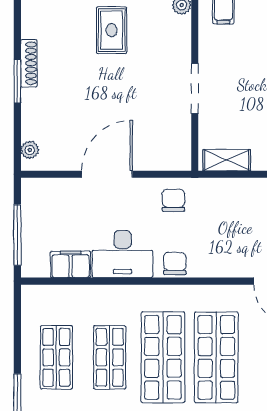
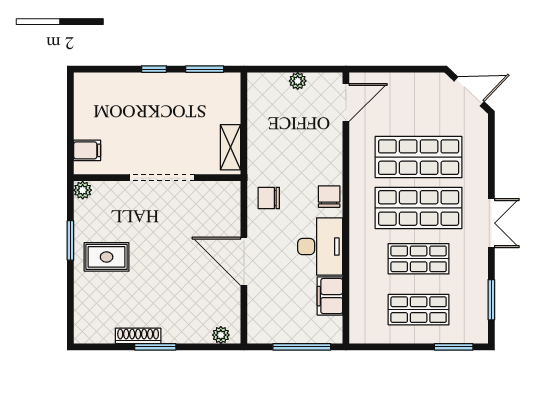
doorway: (195, 89) -> (162, 178), width x1.36
chair: (175, 264) -> (329, 197), turned 90

